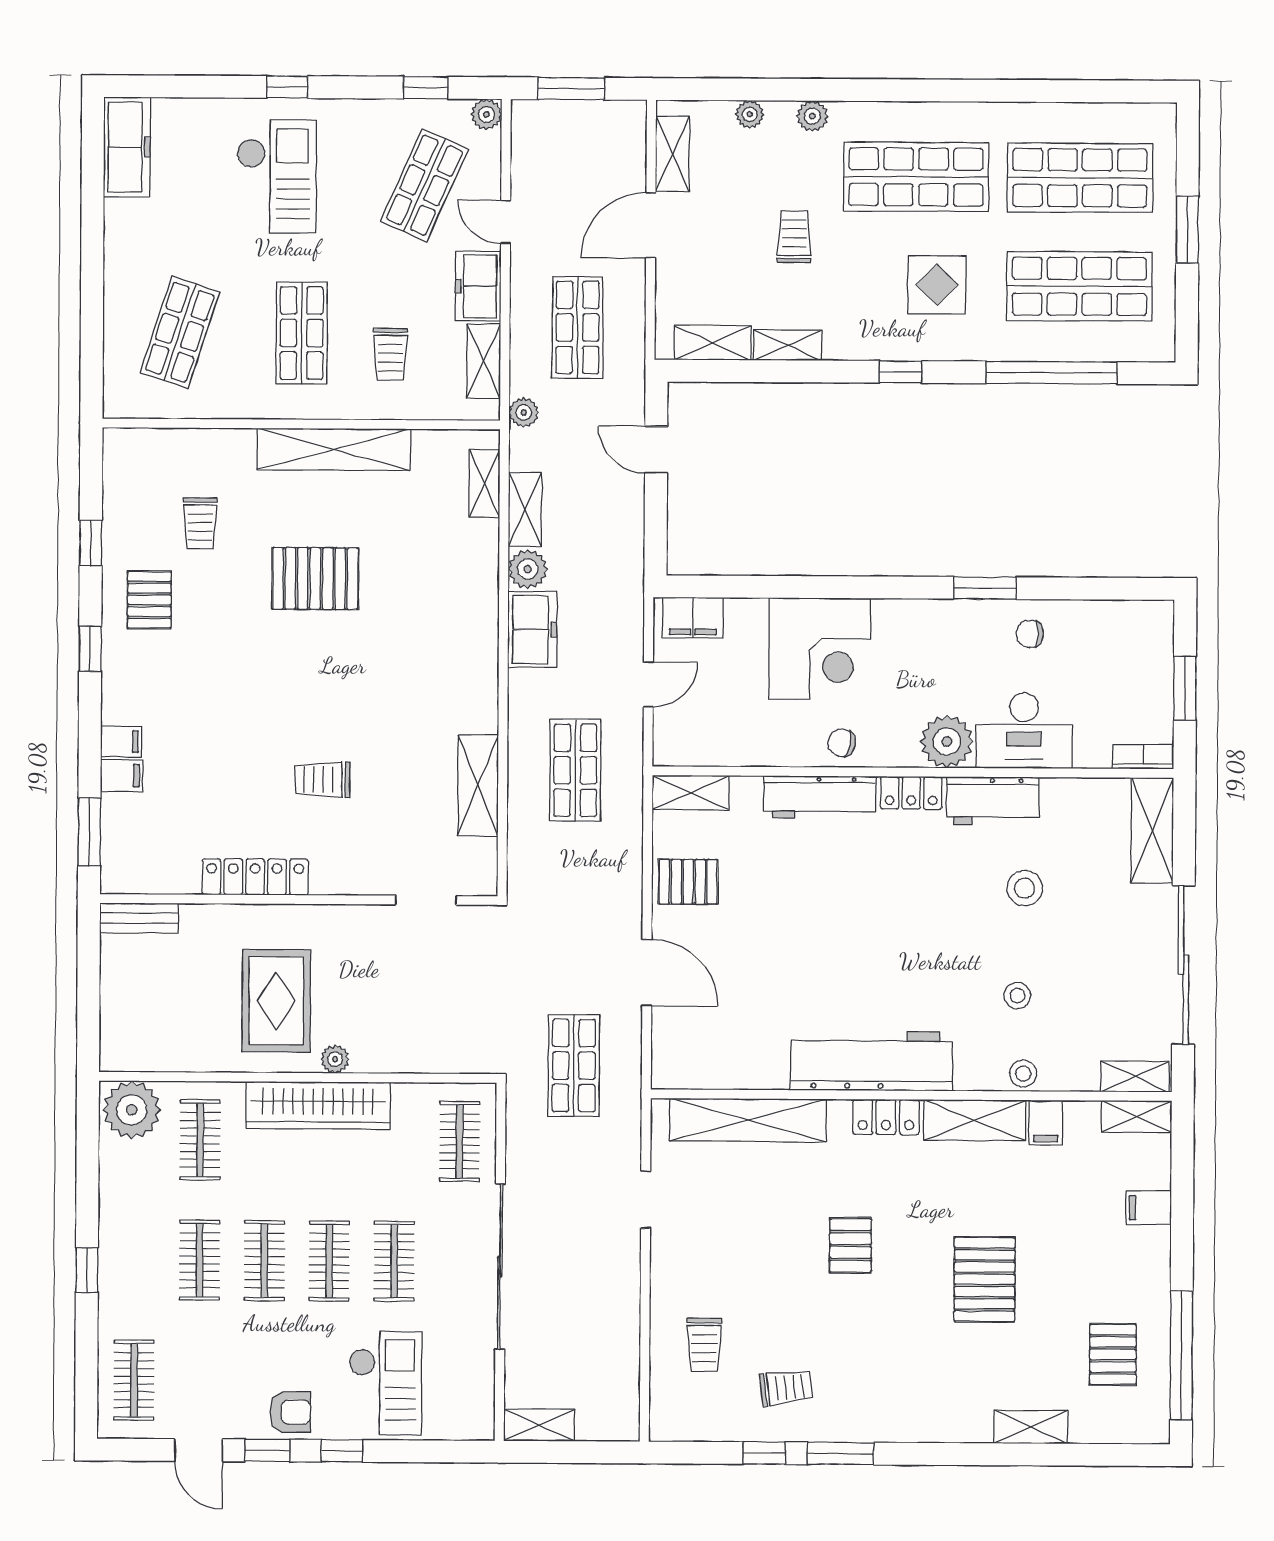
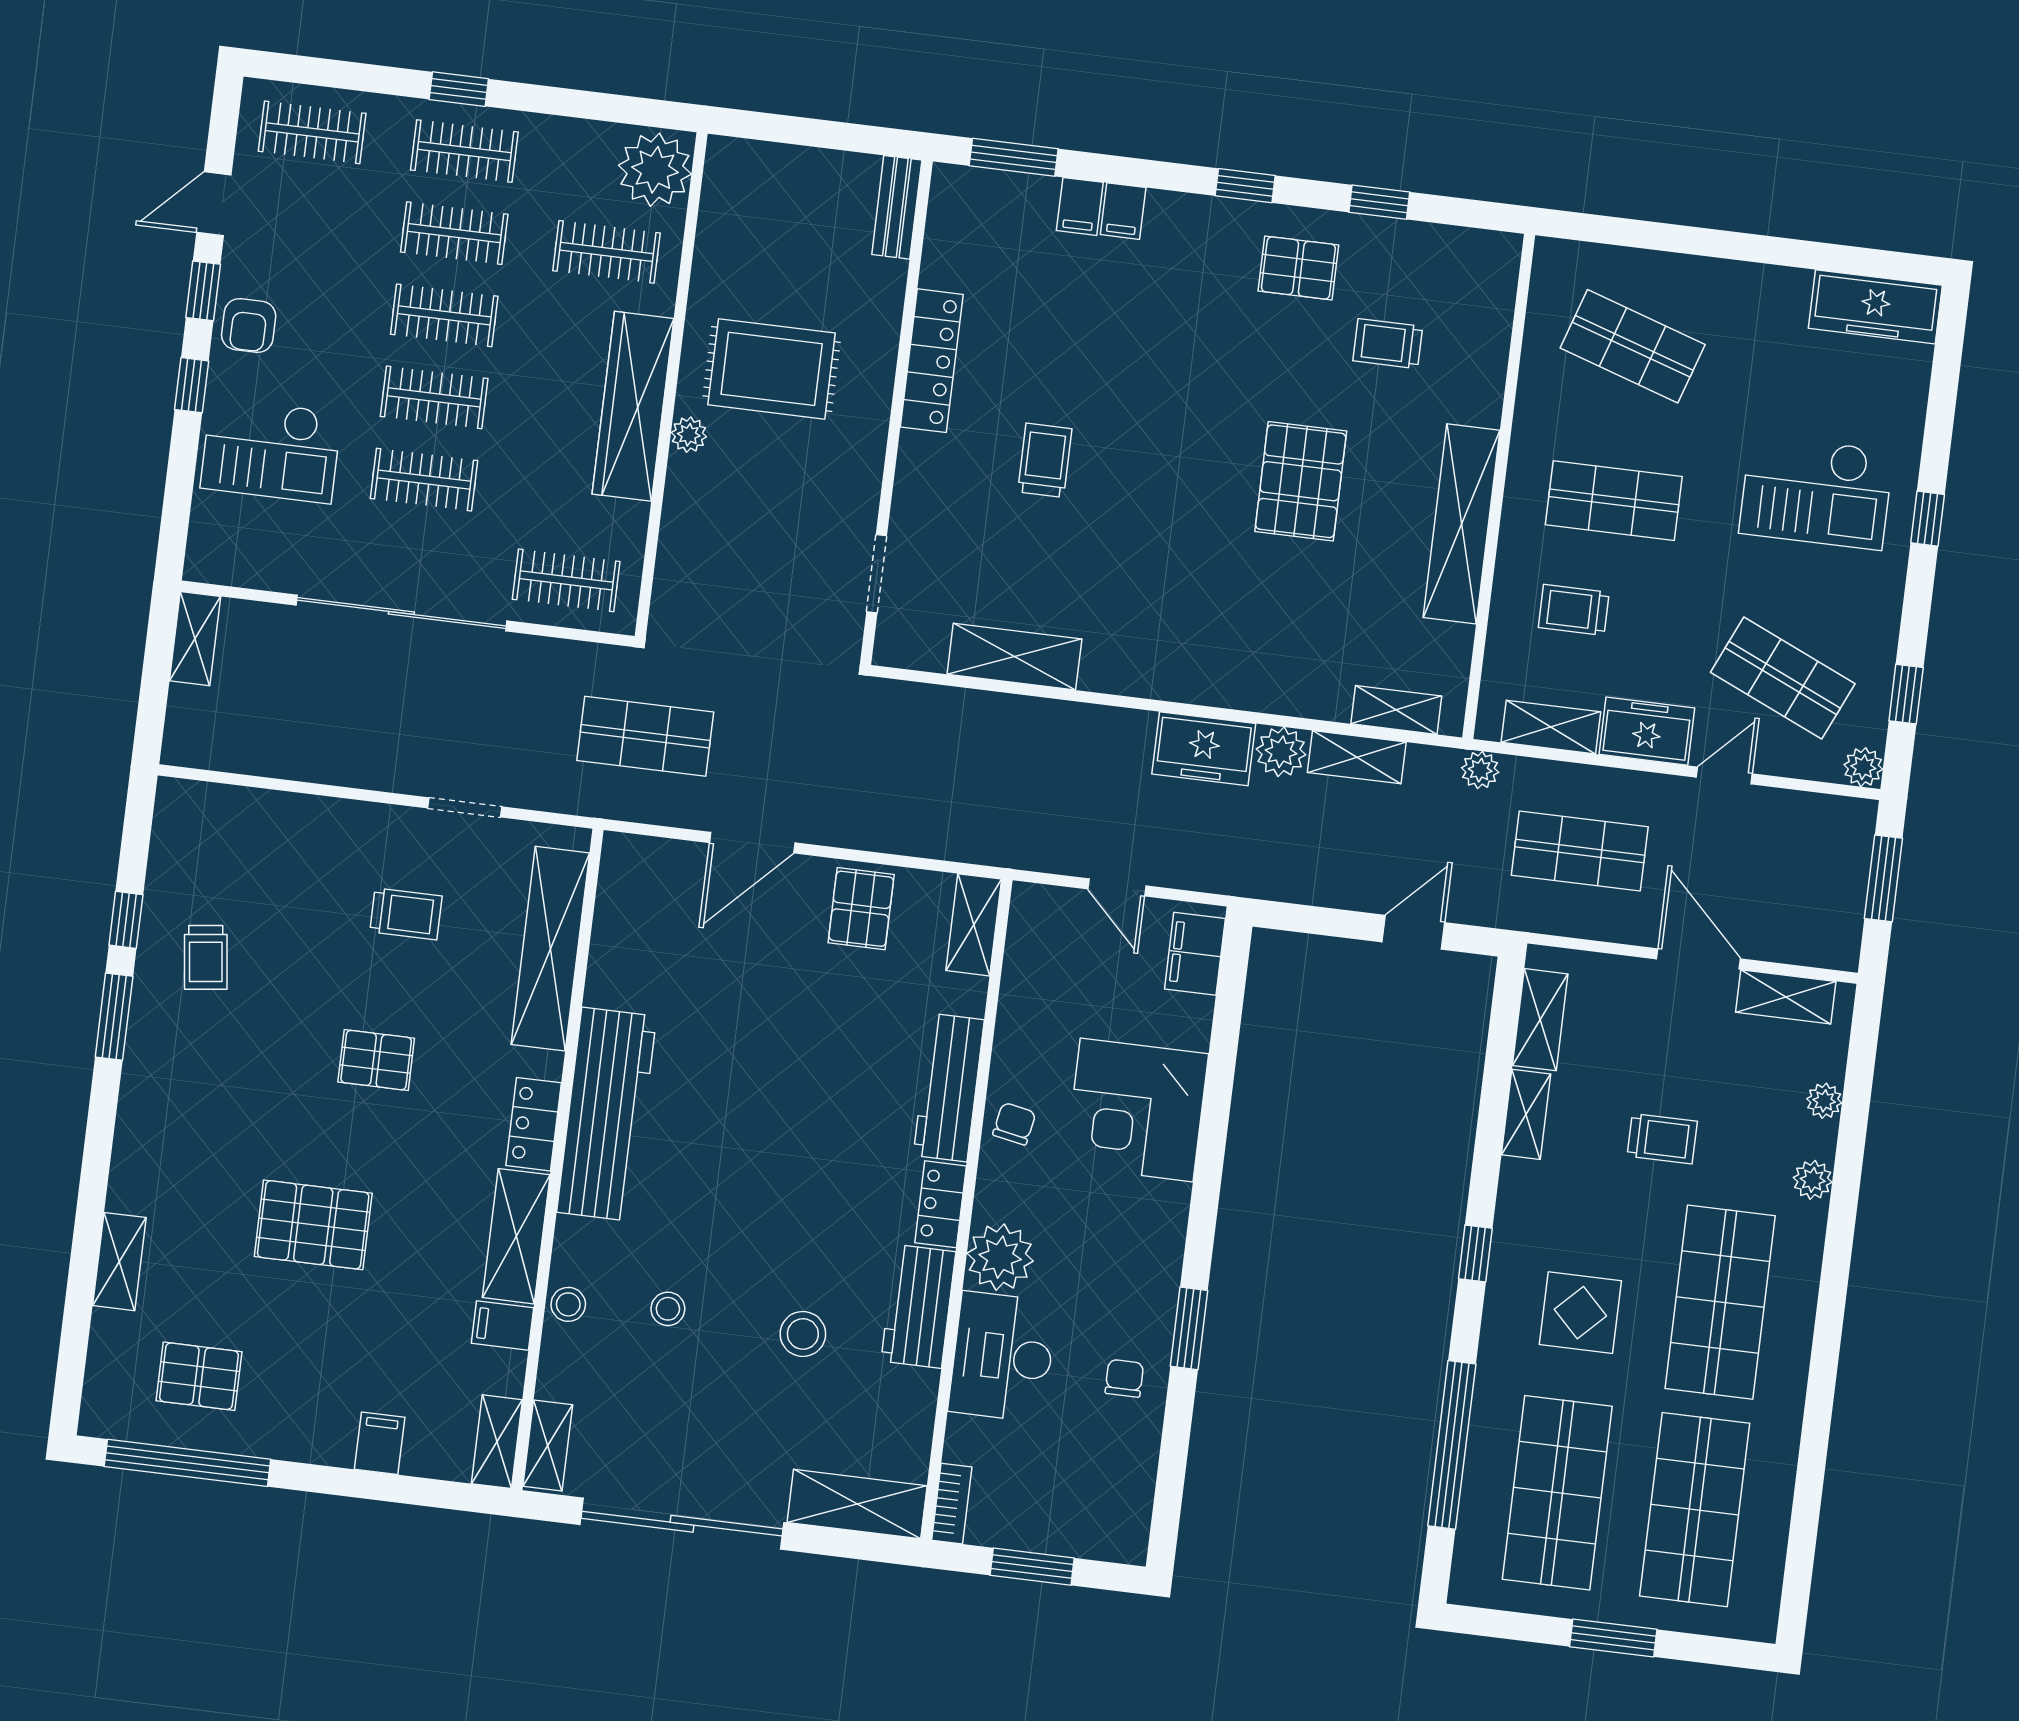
shop shelf: (575, 770) -> (1019, 782), removed
clothes rail: (135, 1260) -> (464, 151), added
trolley: (704, 1345) -> (406, 914), moved, turned 180

